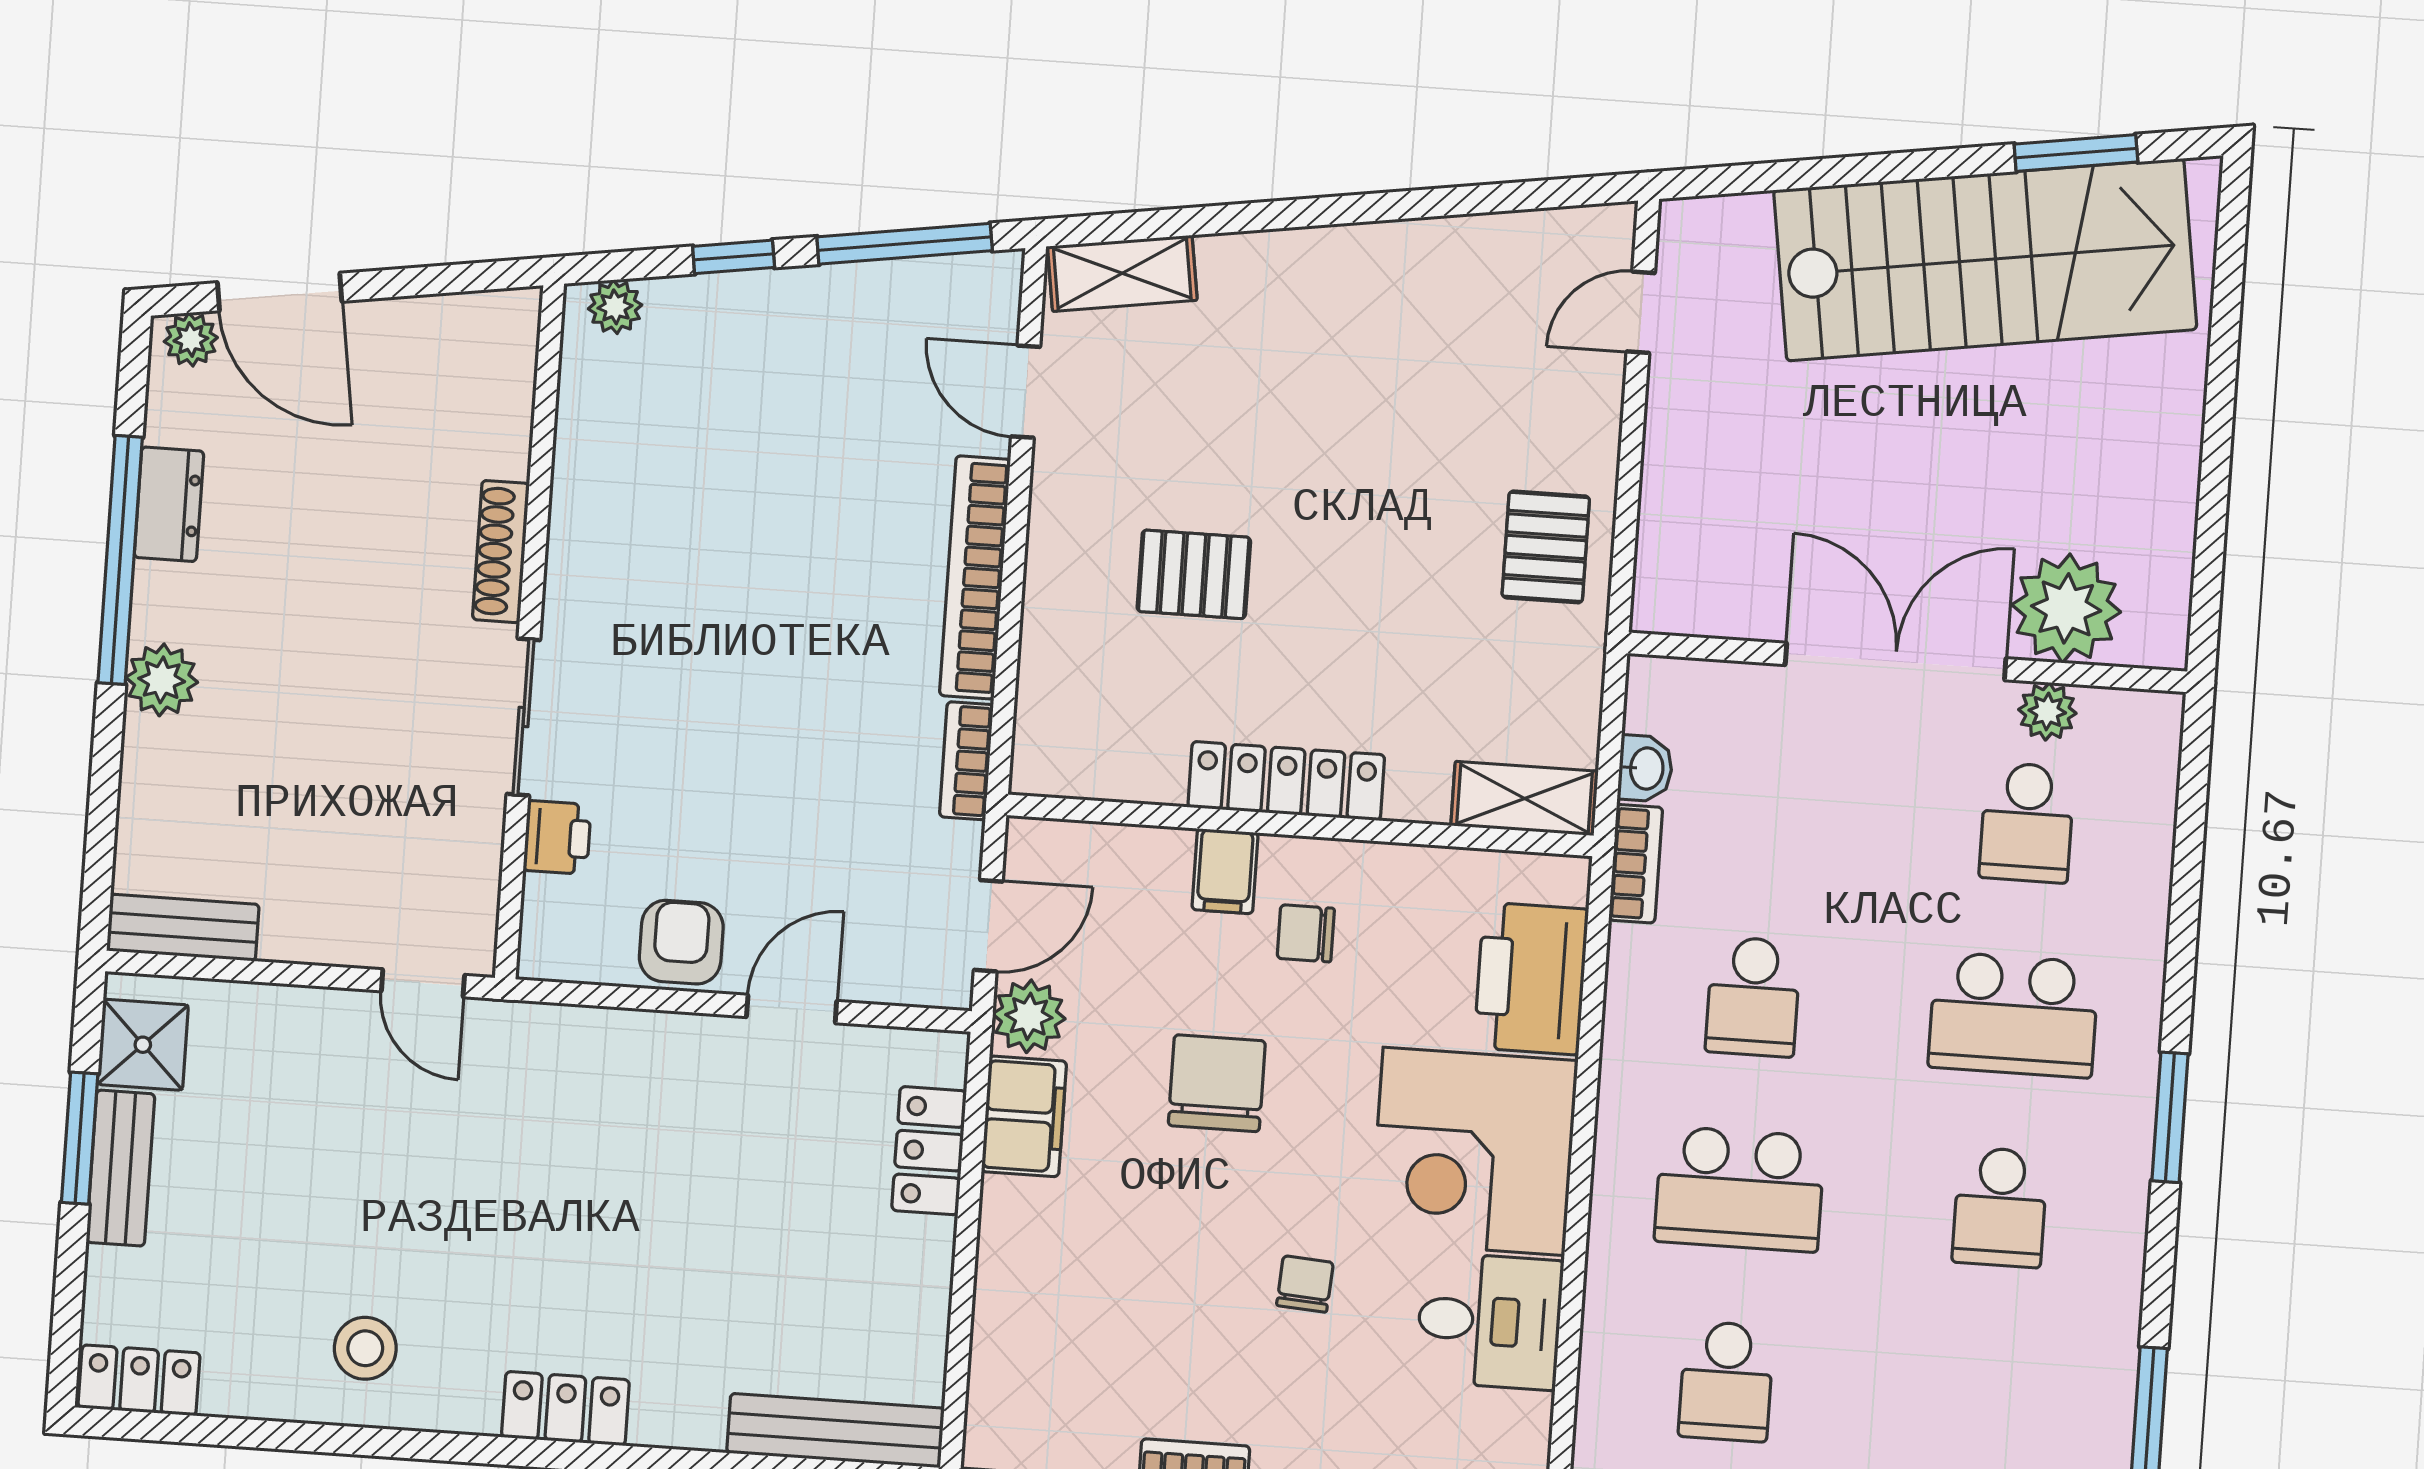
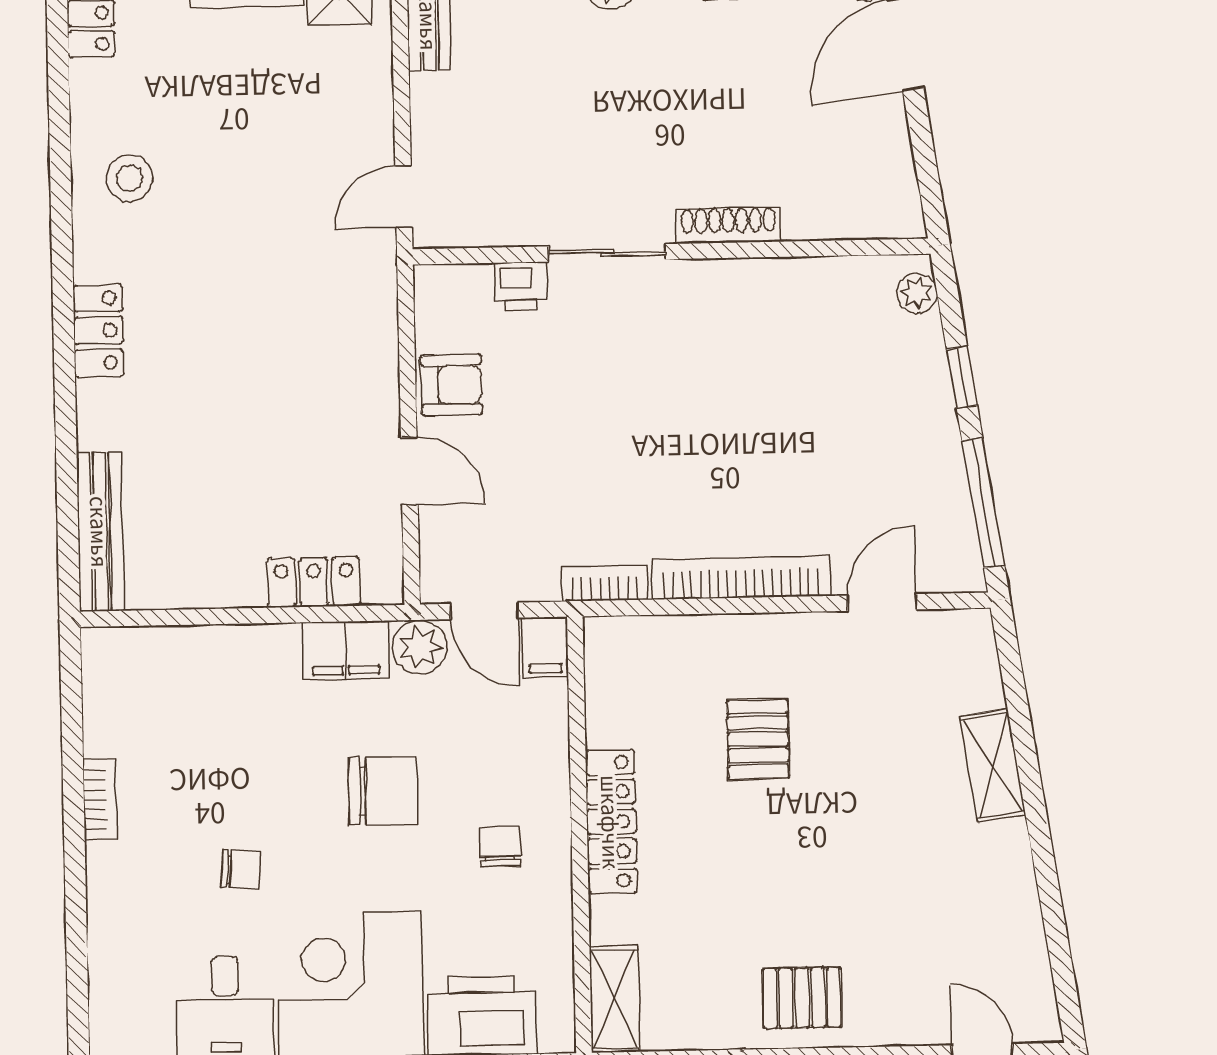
shelving: (1122, 273) -> (993, 766), moved
filing cabinet: (1225, 871) -> (545, 647), moved, turned -90

